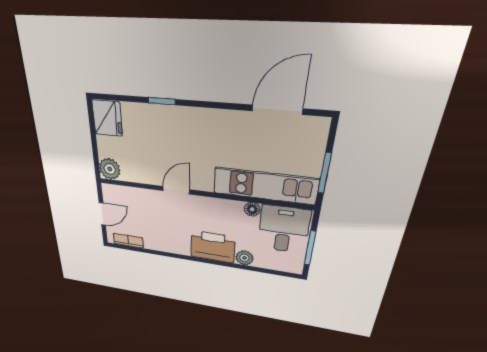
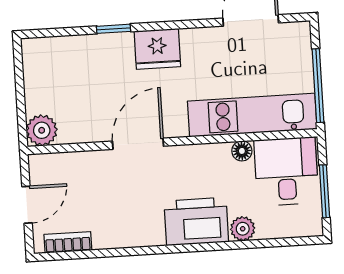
fridge: (107, 118) -> (157, 49), moved, turned 90
window: (325, 173) -> (318, 86), width x1.44
door: (176, 190) -> (138, 144), width x1.38

